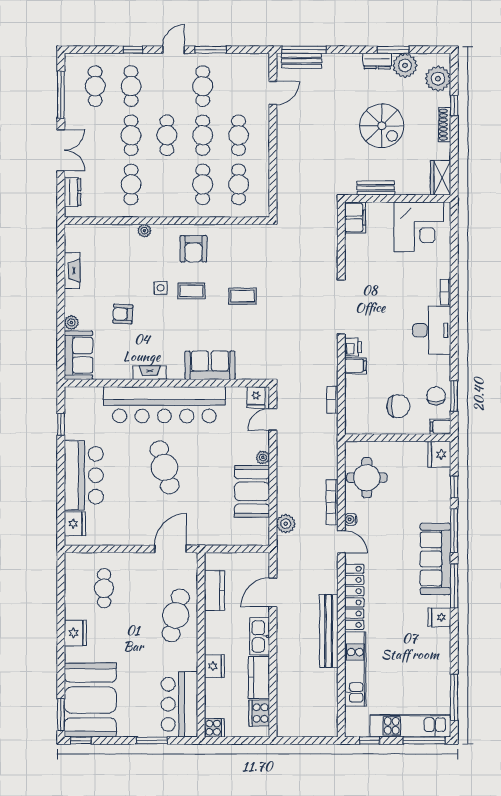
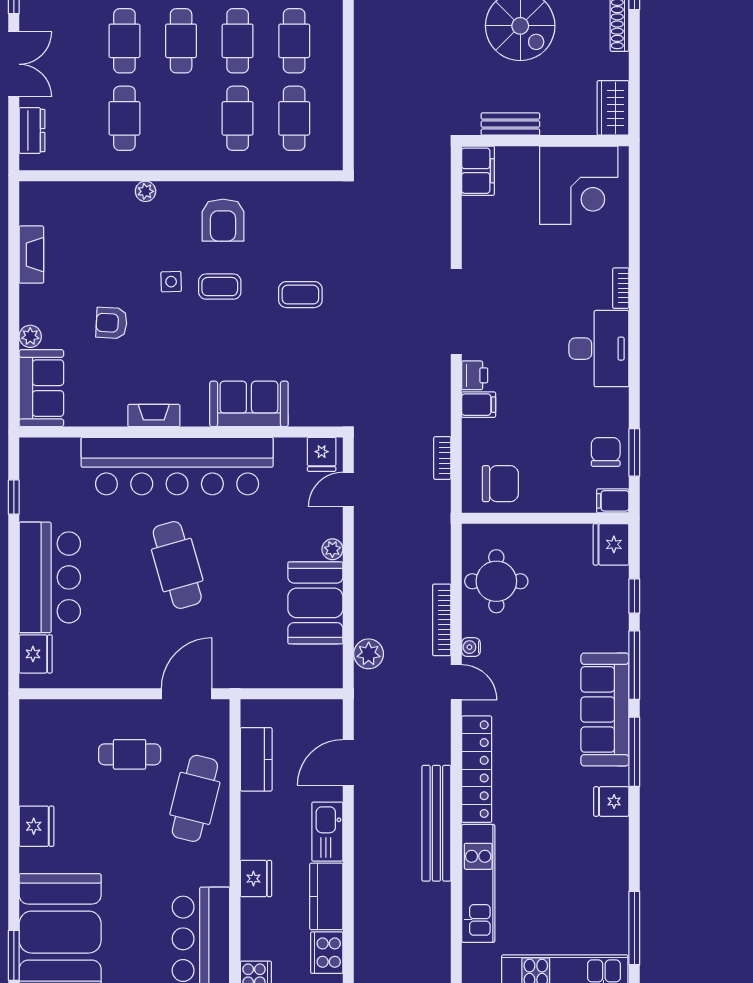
chair: (398, 406) -> (500, 484), moved
cafe table: (104, 588) -> (130, 754), moved, turned 90

